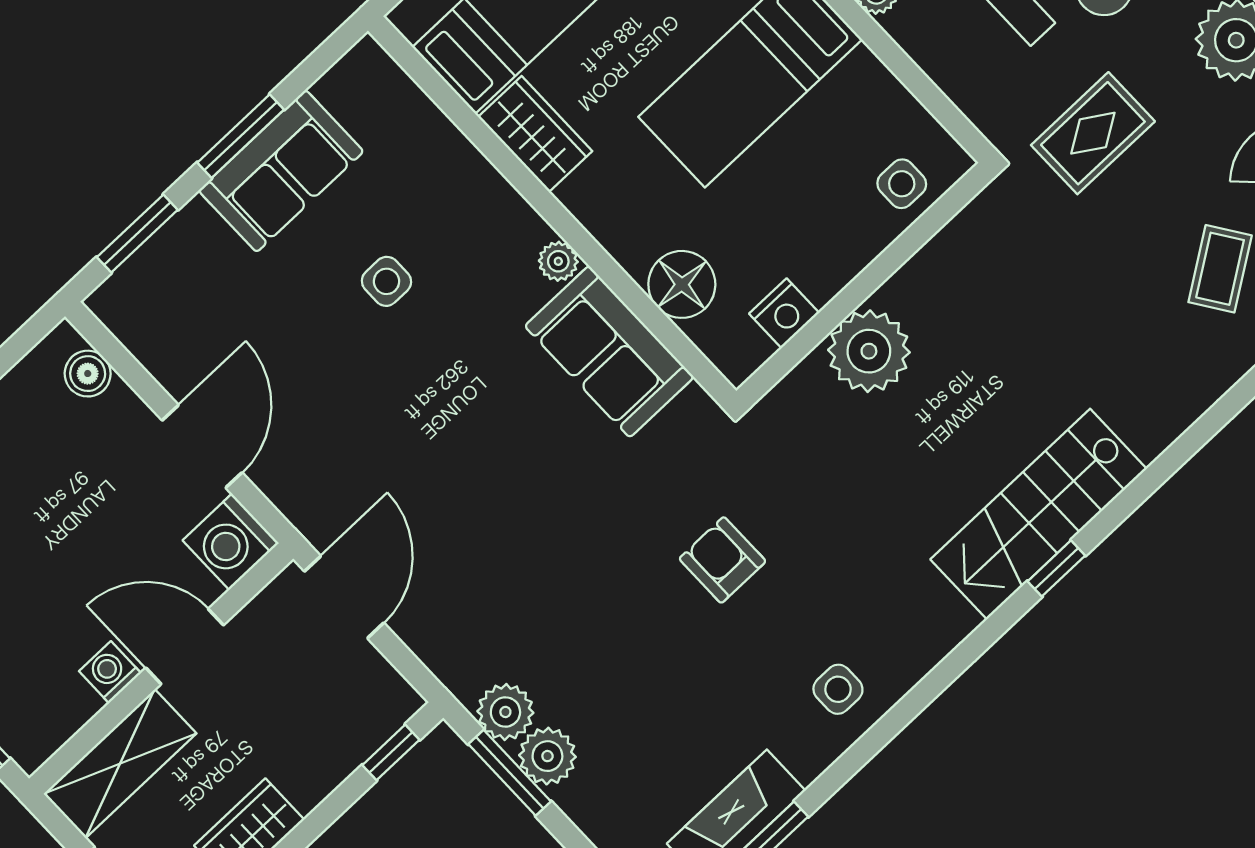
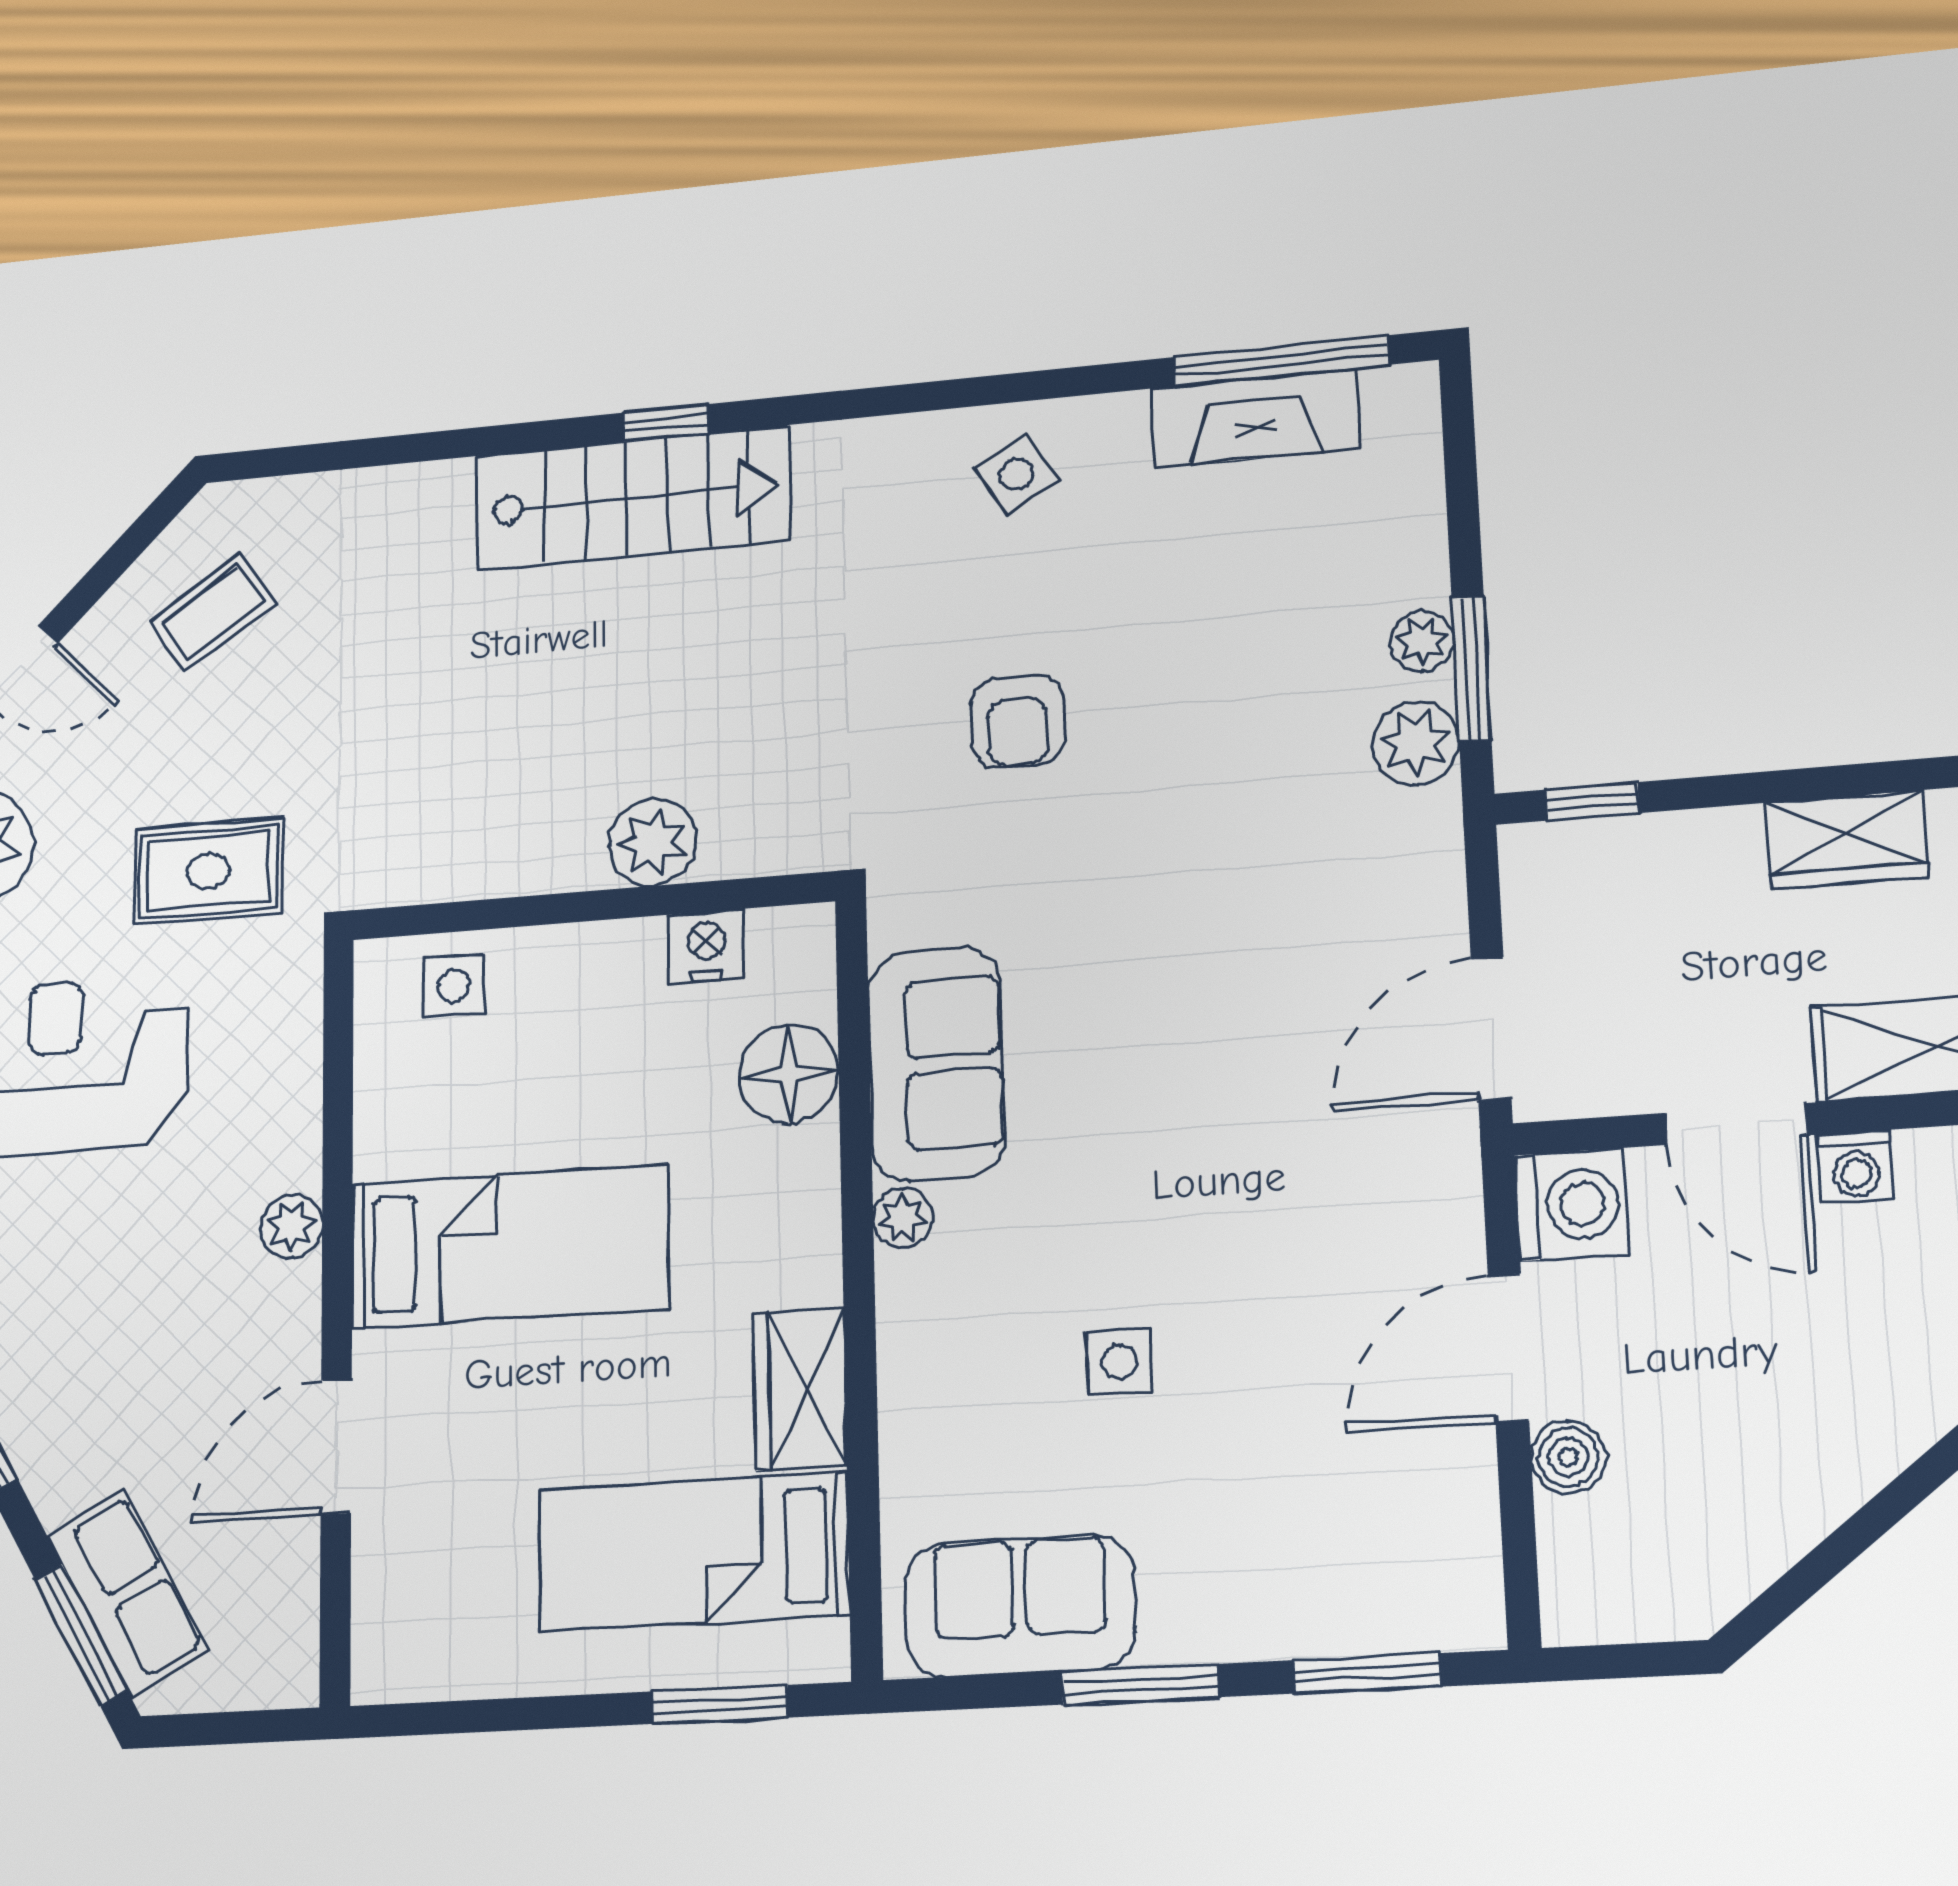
sofa: (281, 171) -> (1020, 1606), moved
plant: (869, 351) -> (653, 843), width x0.73, depth x0.73
boiler: (88, 374) -> (1568, 1457), moved
side table: (838, 689) -> (1017, 474), turned -31
plant: (547, 756) -> (1422, 642), width x0.73, depth x0.73

